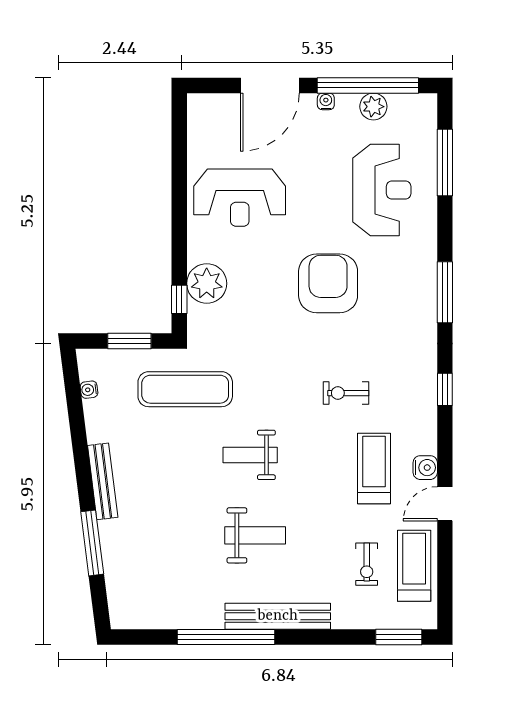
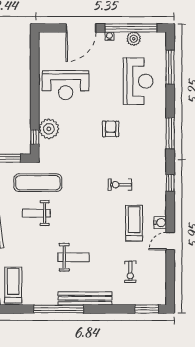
armchair: (328, 283) -> (111, 129), width x0.53, depth x0.53
weight bench: (250, 455) -> (36, 213), moved
treadmill: (414, 566) -> (13, 285), moved

